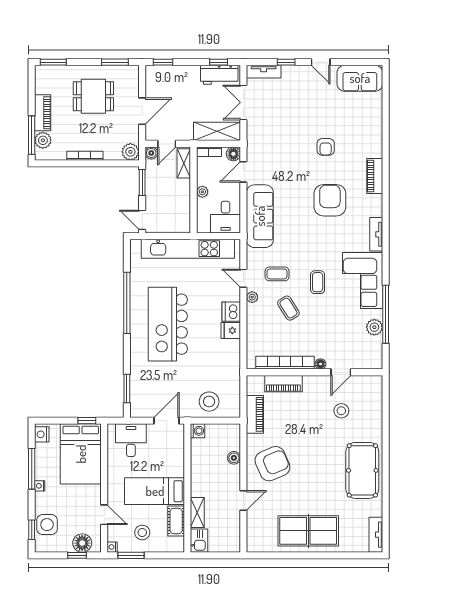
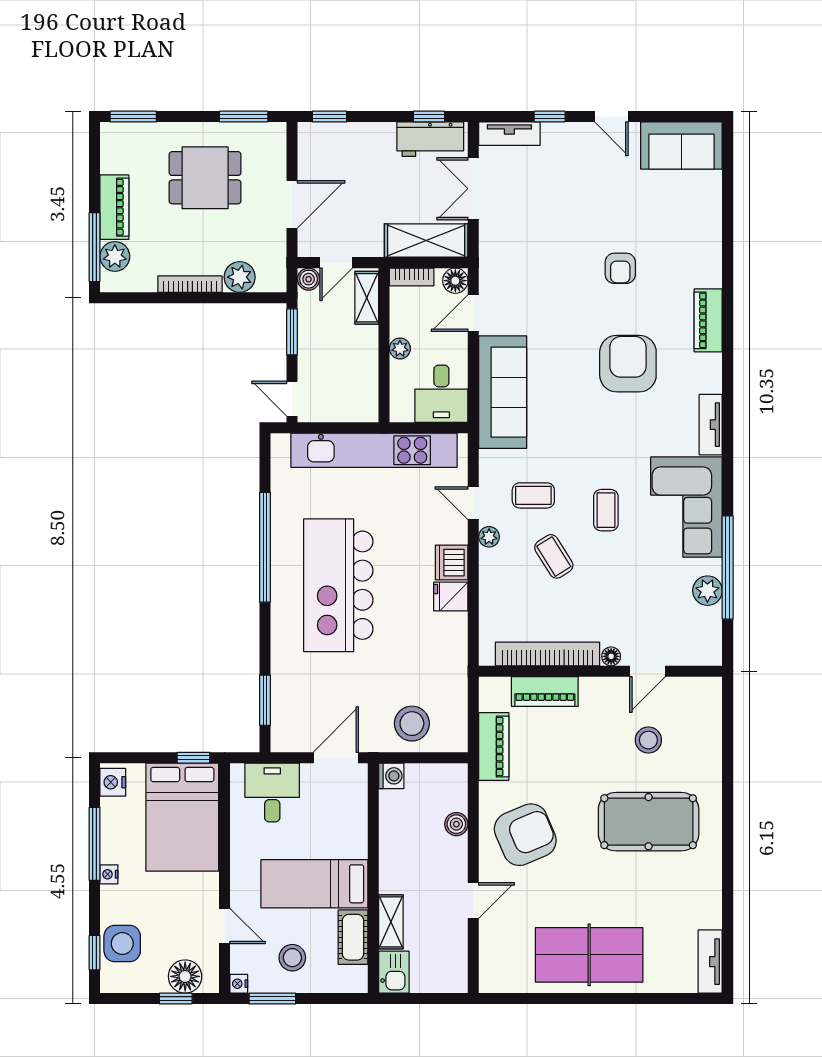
plant: (130, 152) -> (240, 277), moved
pool table: (362, 470) -> (649, 822), moved, turned 90

